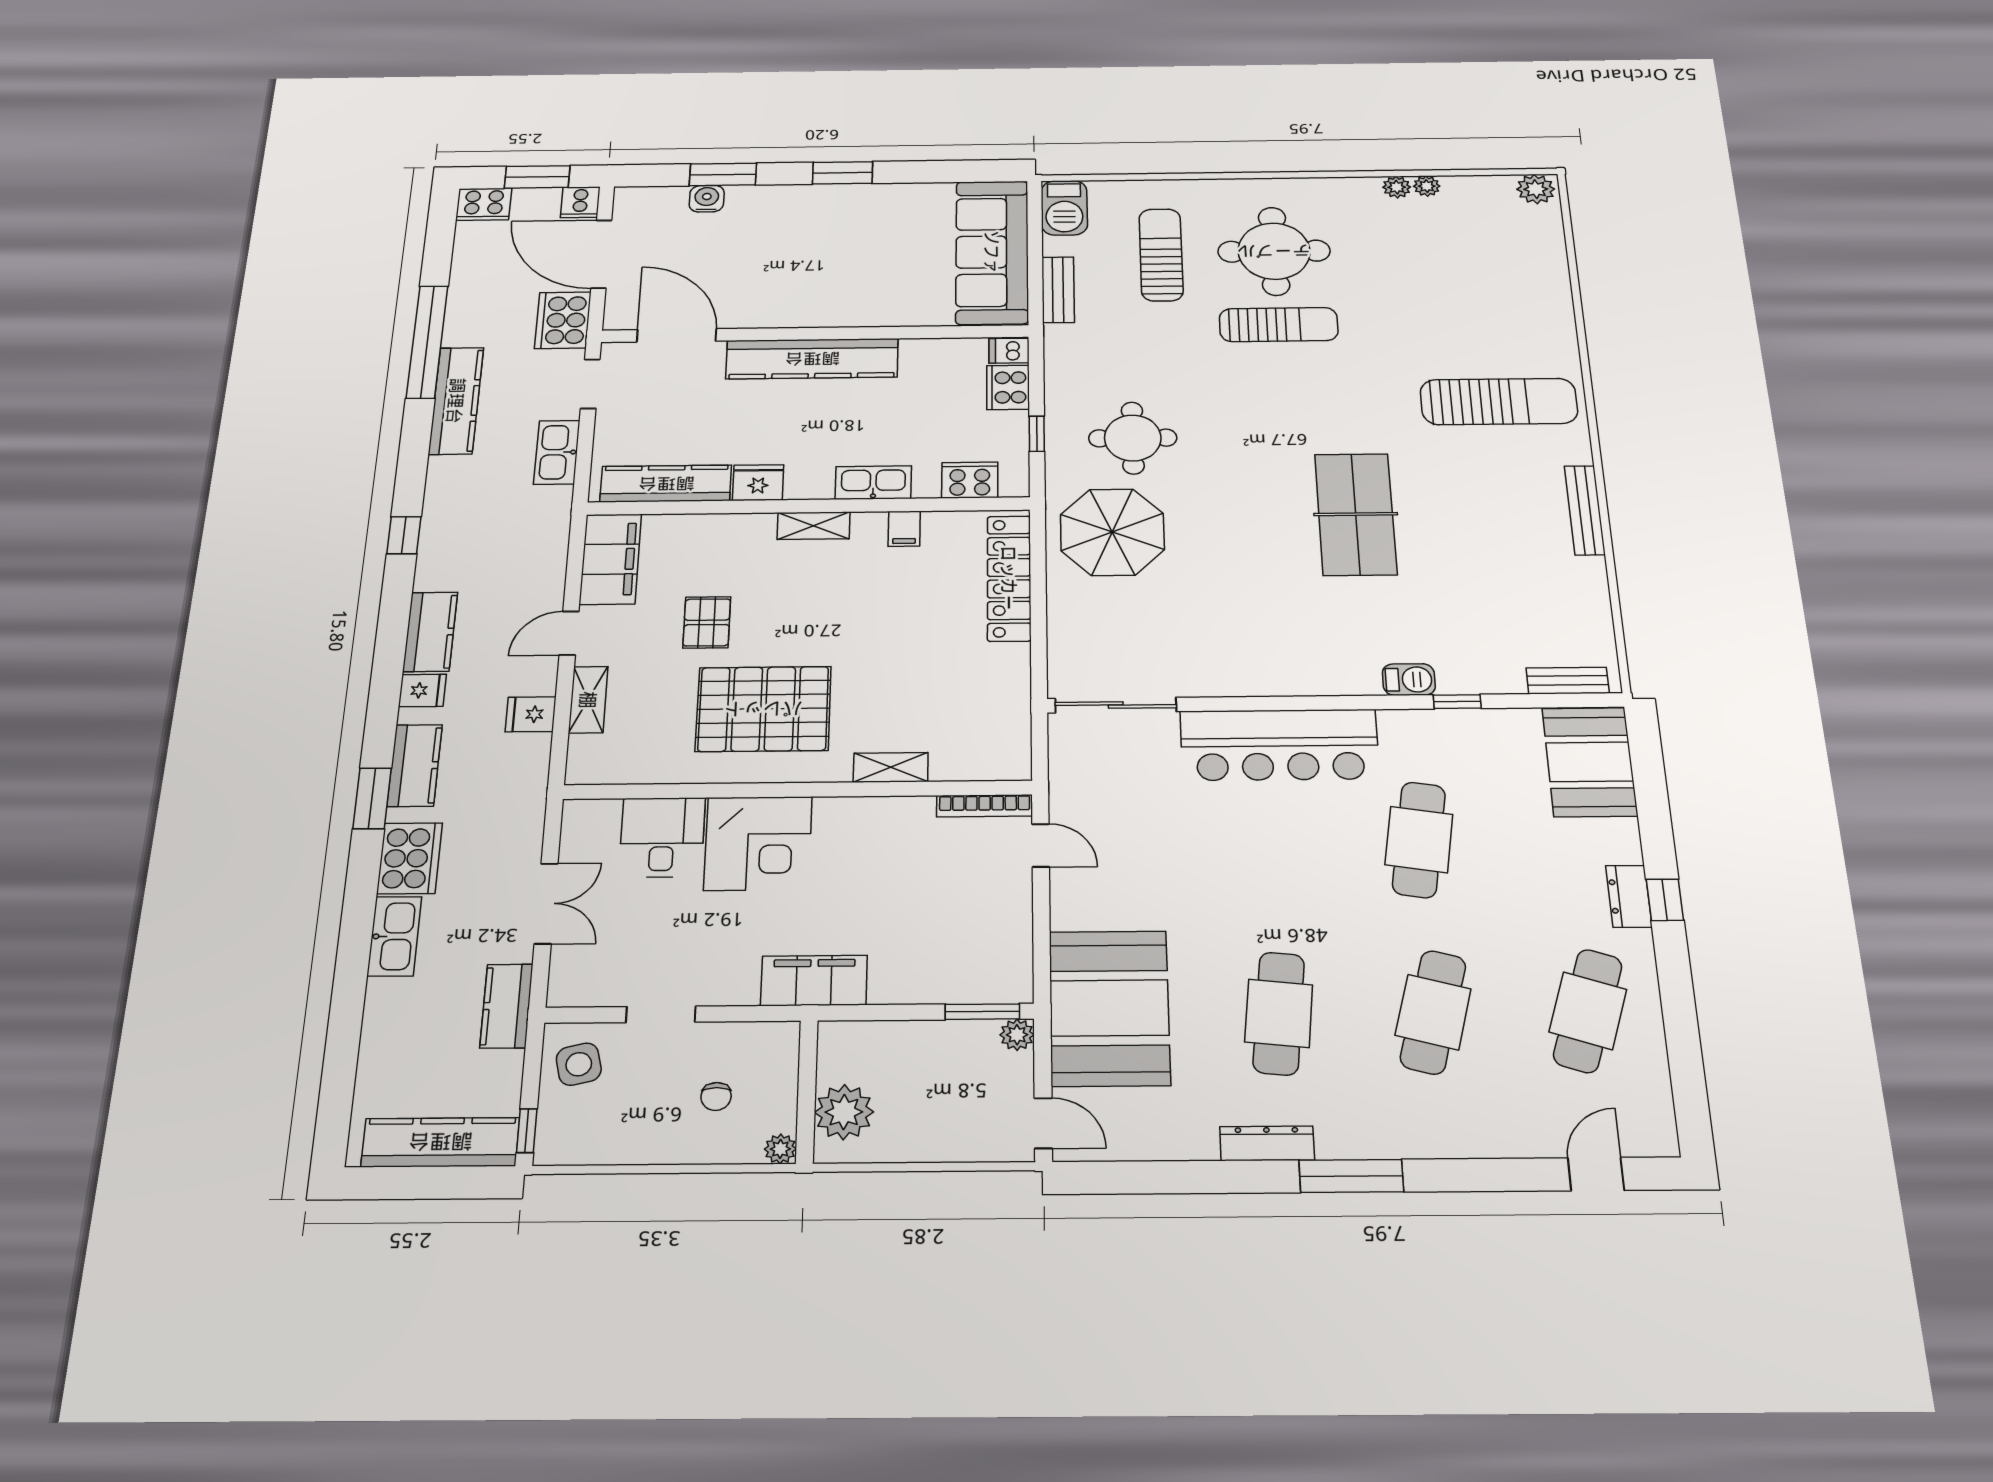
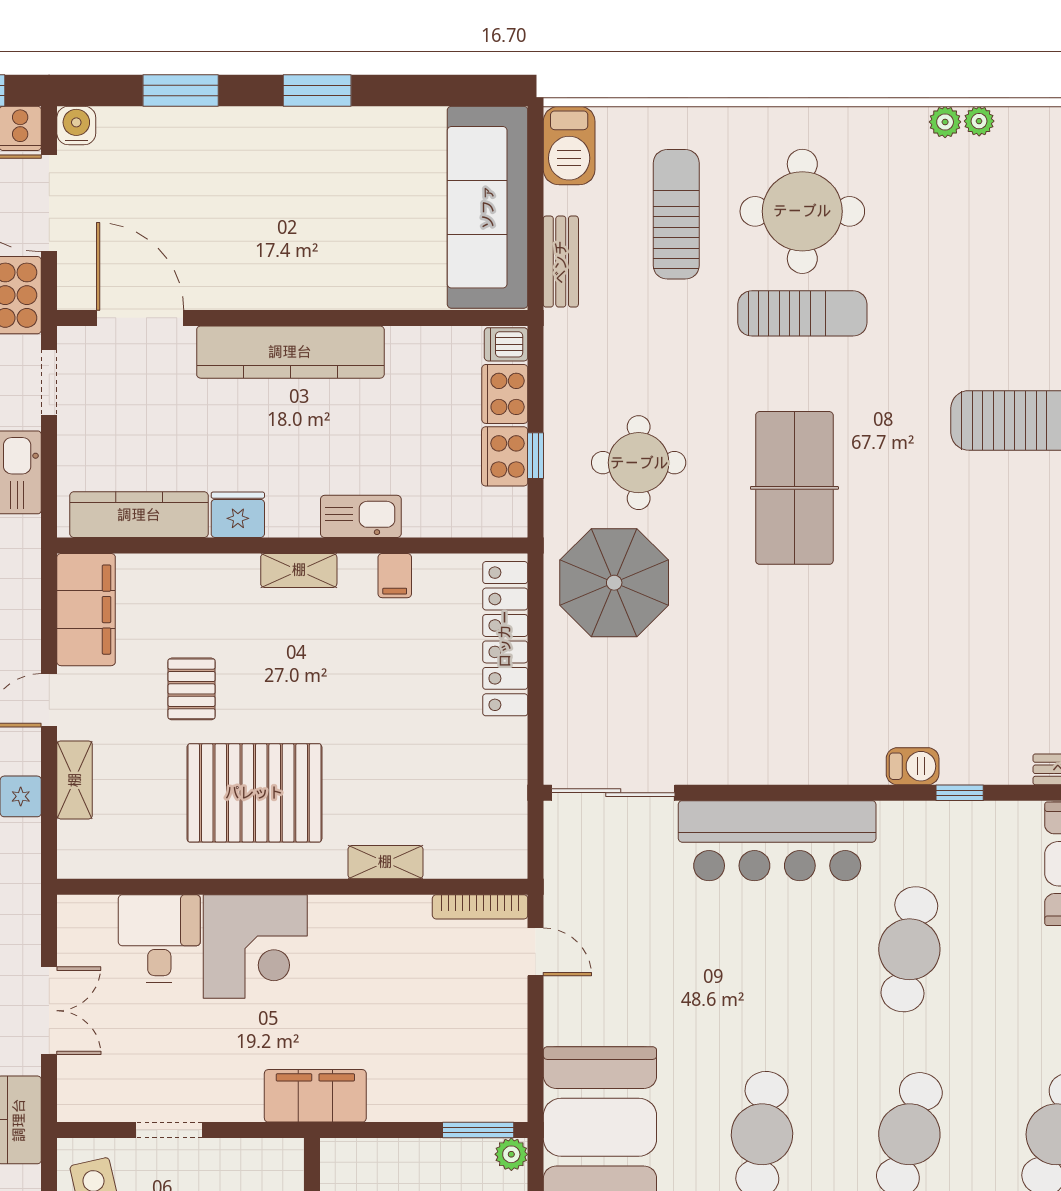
water cooler: (707, 199) -> (76, 125), moved
cooker: (970, 480) -> (505, 456), moved, turned -90
table tennis table: (1356, 514) -> (794, 488), moved

